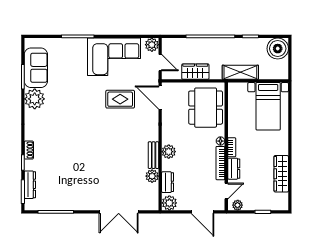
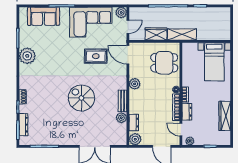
boiler: (278, 49) -> (222, 15), removed
door: (160, 63) -> (128, 27), hinge flipped
sofa: (36, 68) -> (43, 16), moved, turned 90
shelving: (240, 72) -> (182, 34), moved
dining table: (206, 108) -> (164, 63), width x0.73
spiral stairs: (102, 151) -> (81, 98), added
plant: (169, 152) -> (135, 84), moved
door: (226, 191) -> (181, 130), swing flipped

